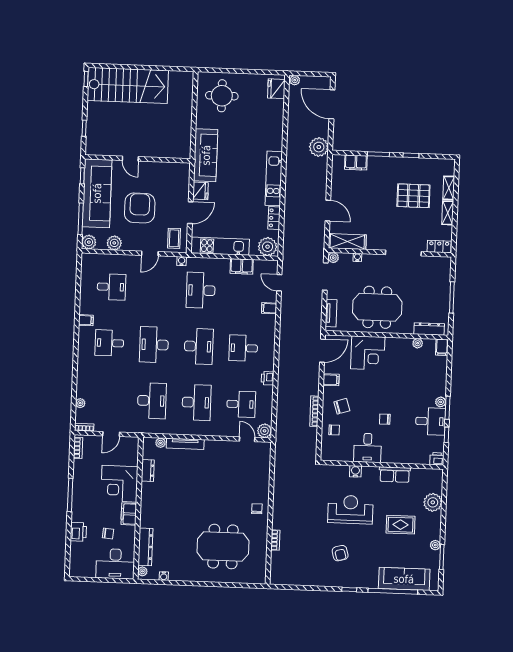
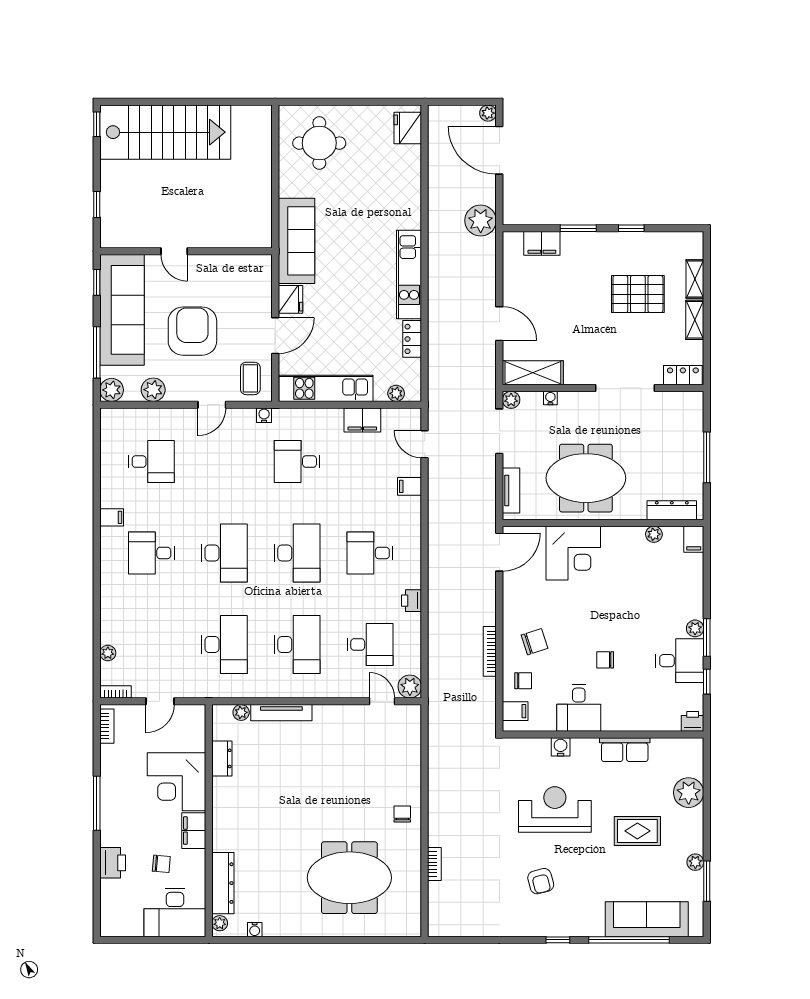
plant: (295, 80) -> (488, 113), moved
plant: (268, 247) -> (396, 393), width x0.53, depth x0.53
desk: (201, 290) -> (297, 462), width x0.73
desk: (154, 345) -> (224, 553), turned 180
filing cabinet: (331, 380) -> (515, 711), moved

